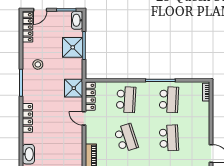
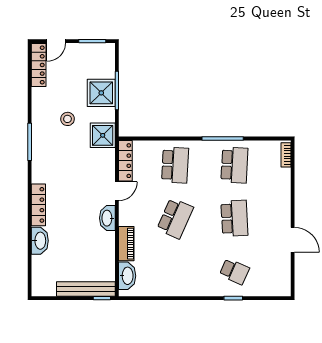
washbasin: (77, 20) -> (107, 218), moved
stool: (38, 64) -> (67, 119), moved
shower: (74, 88) -> (103, 135), moved
locker: (27, 118) -> (38, 205), moved
door: (84, 118) -> (117, 191), swing flipped
school desk: (126, 138) -> (175, 218), turned 42

